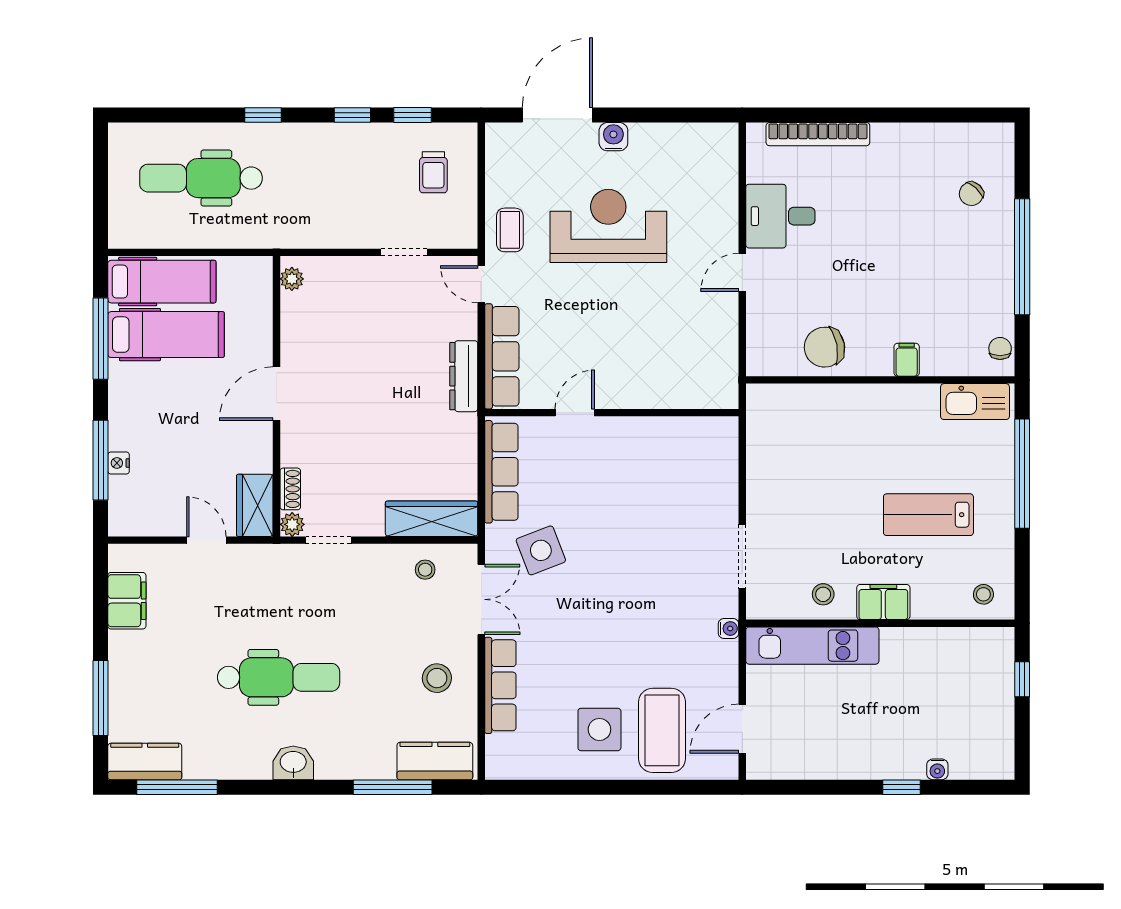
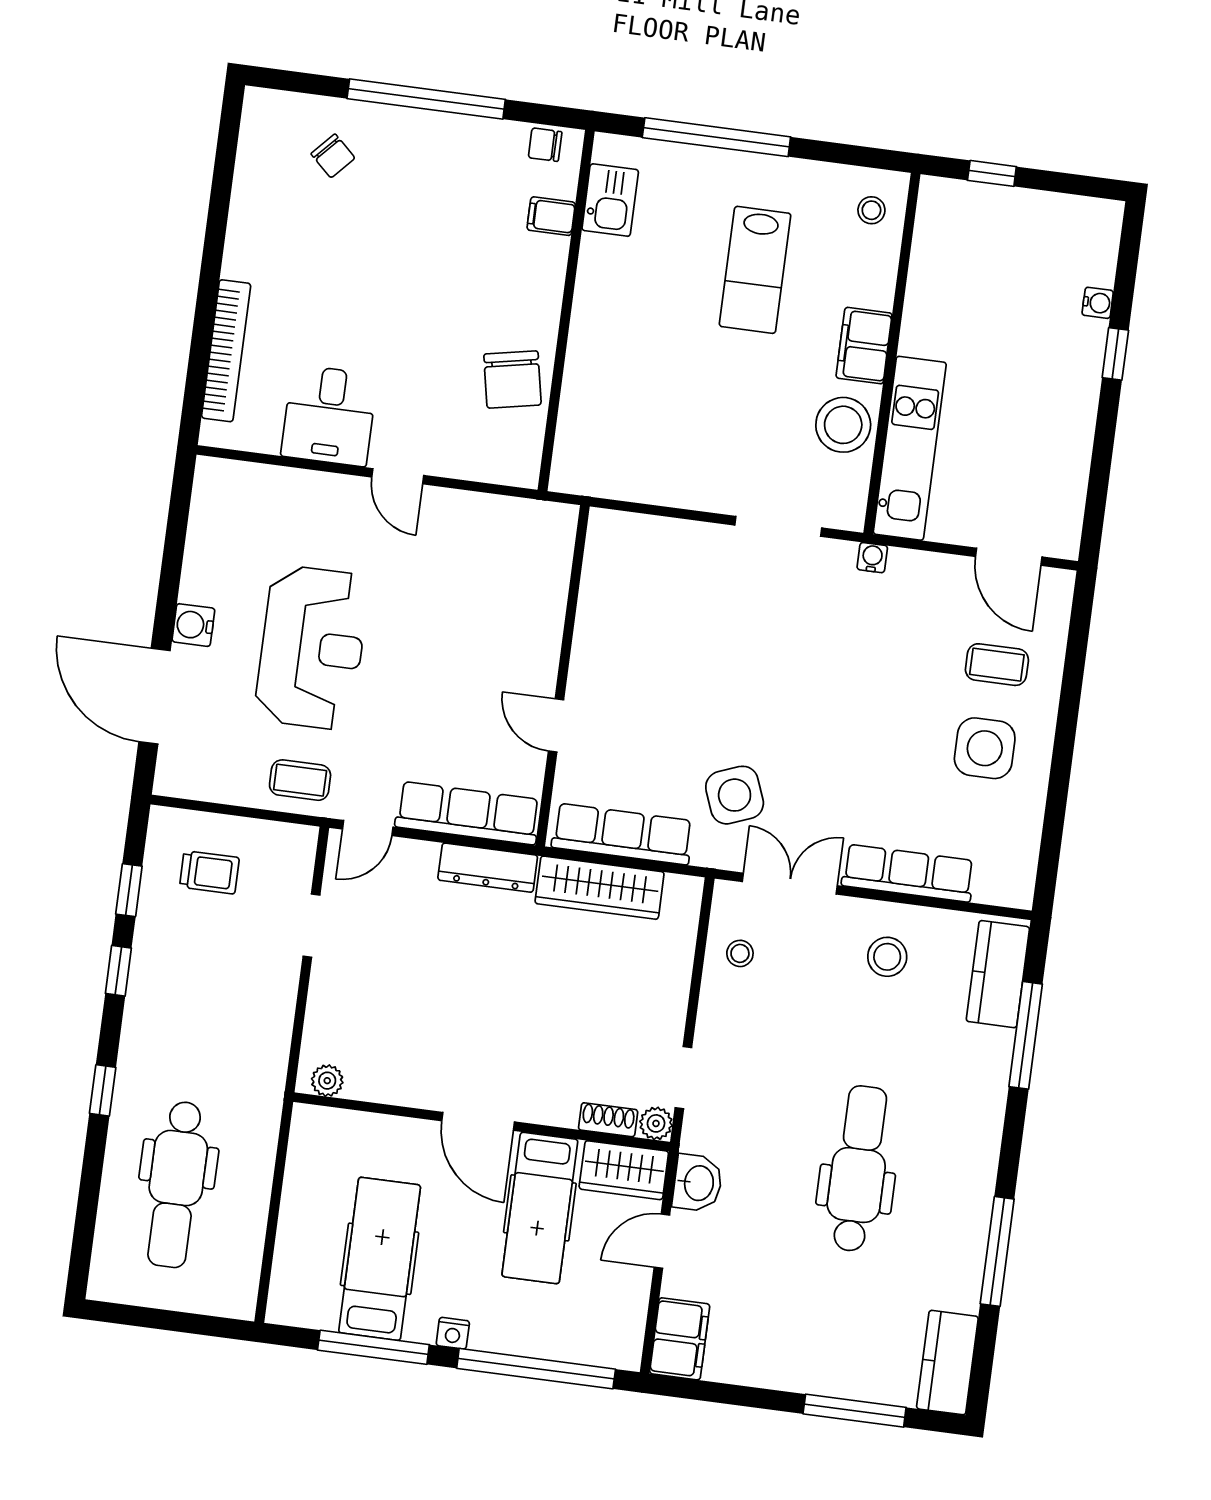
reception desk: (608, 226) -> (312, 648), turned 180
hospital bed: (162, 282) -> (540, 1208), moved, turned 180
filing cabinet: (907, 360) -> (551, 216), moved
kitchen sink: (975, 402) -> (610, 200), width x0.73
window: (101, 460) -> (536, 1369), width x1.46
nightstand: (119, 463) -> (453, 1333), moved
wardrobe: (432, 519) -> (600, 888), moved, turned -90
stool: (823, 594) -> (843, 425), width x1.89, depth x1.89
filing cabinet: (127, 601) -> (680, 1339), moved, turned 90
coffee table: (662, 730) -> (997, 665), width x0.54, depth x0.58
washbasin: (293, 763) -> (698, 1183), moved, turned 180
window: (177, 787) -> (997, 1251), moved

